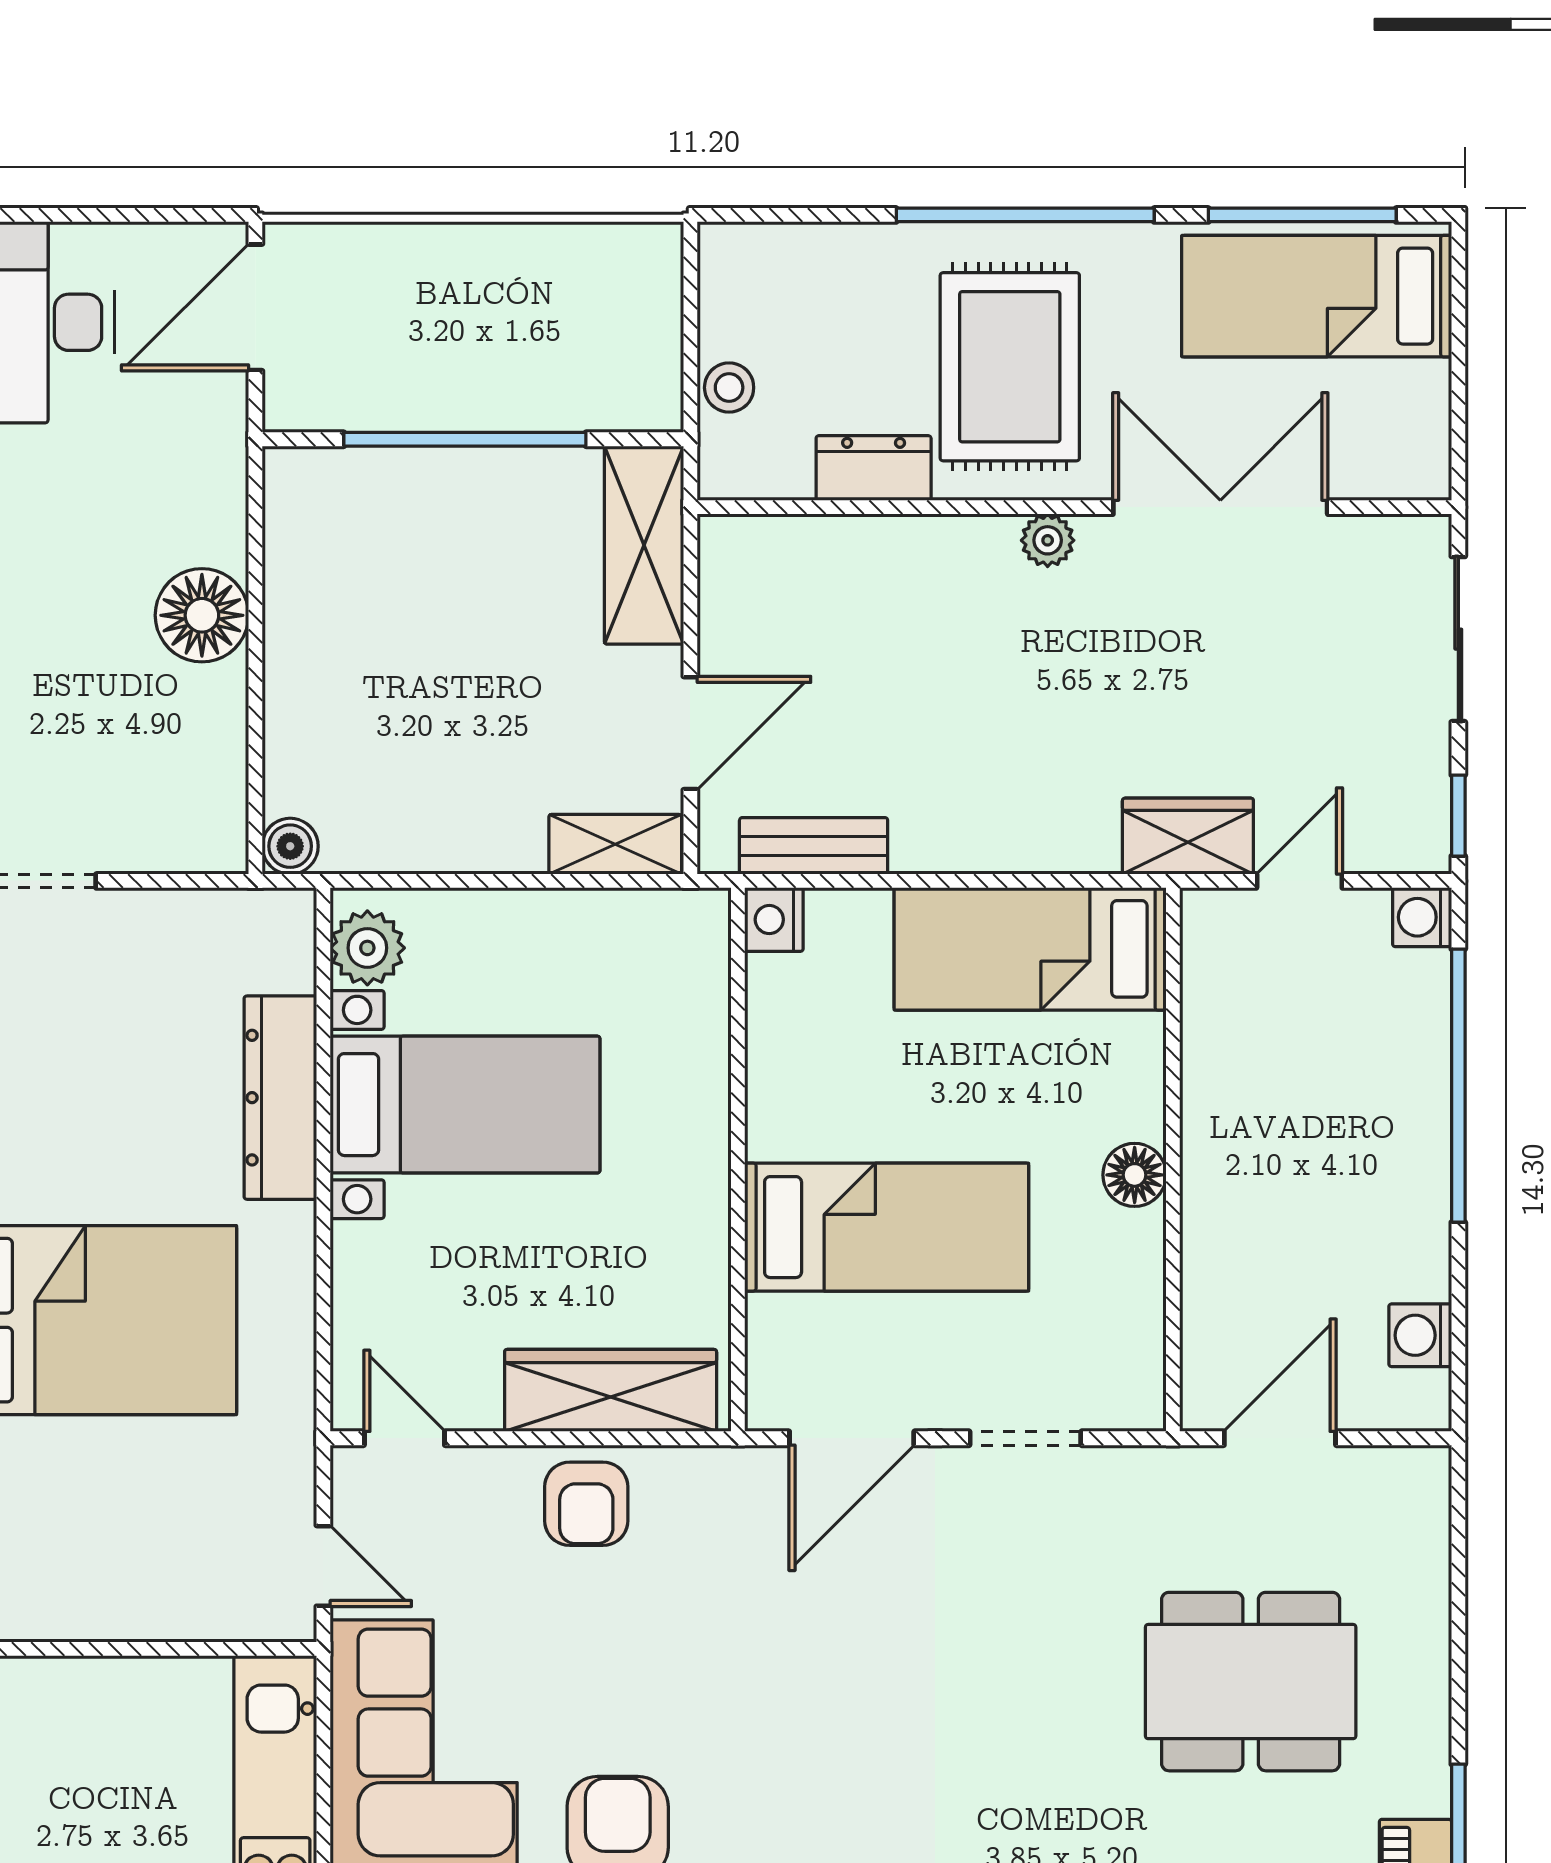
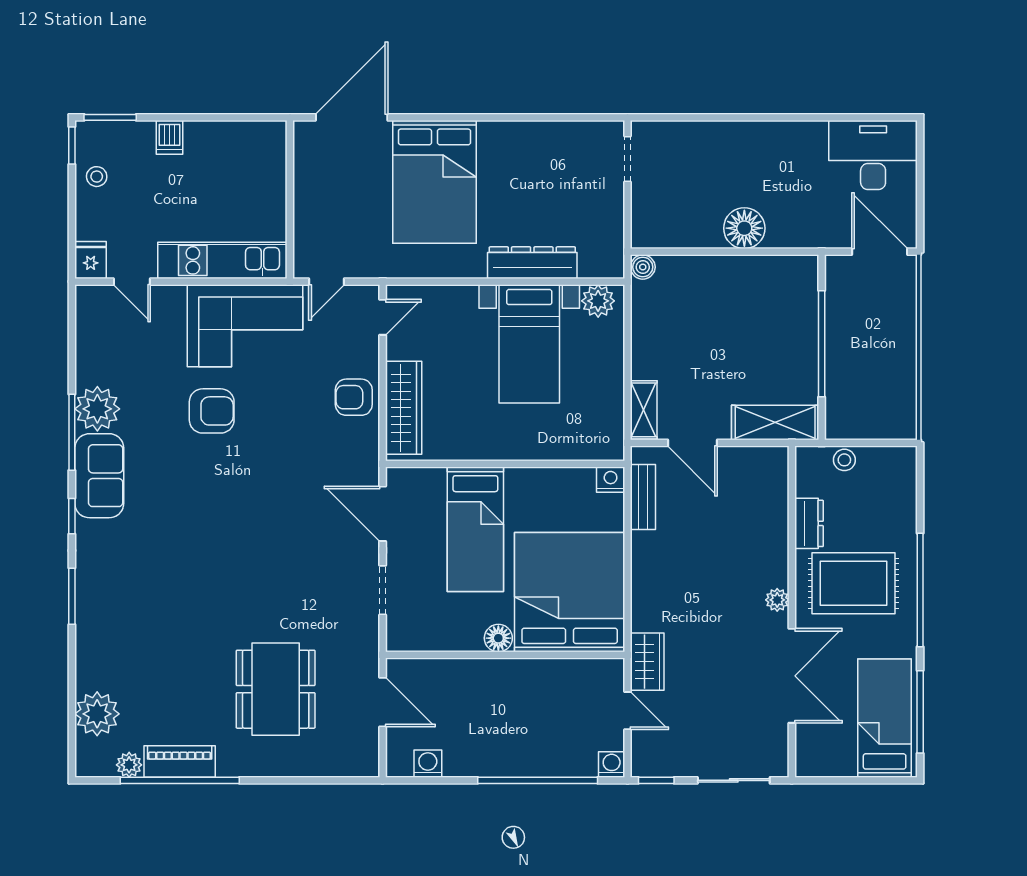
bed: (1030, 949) -> (570, 592), width x2.04

